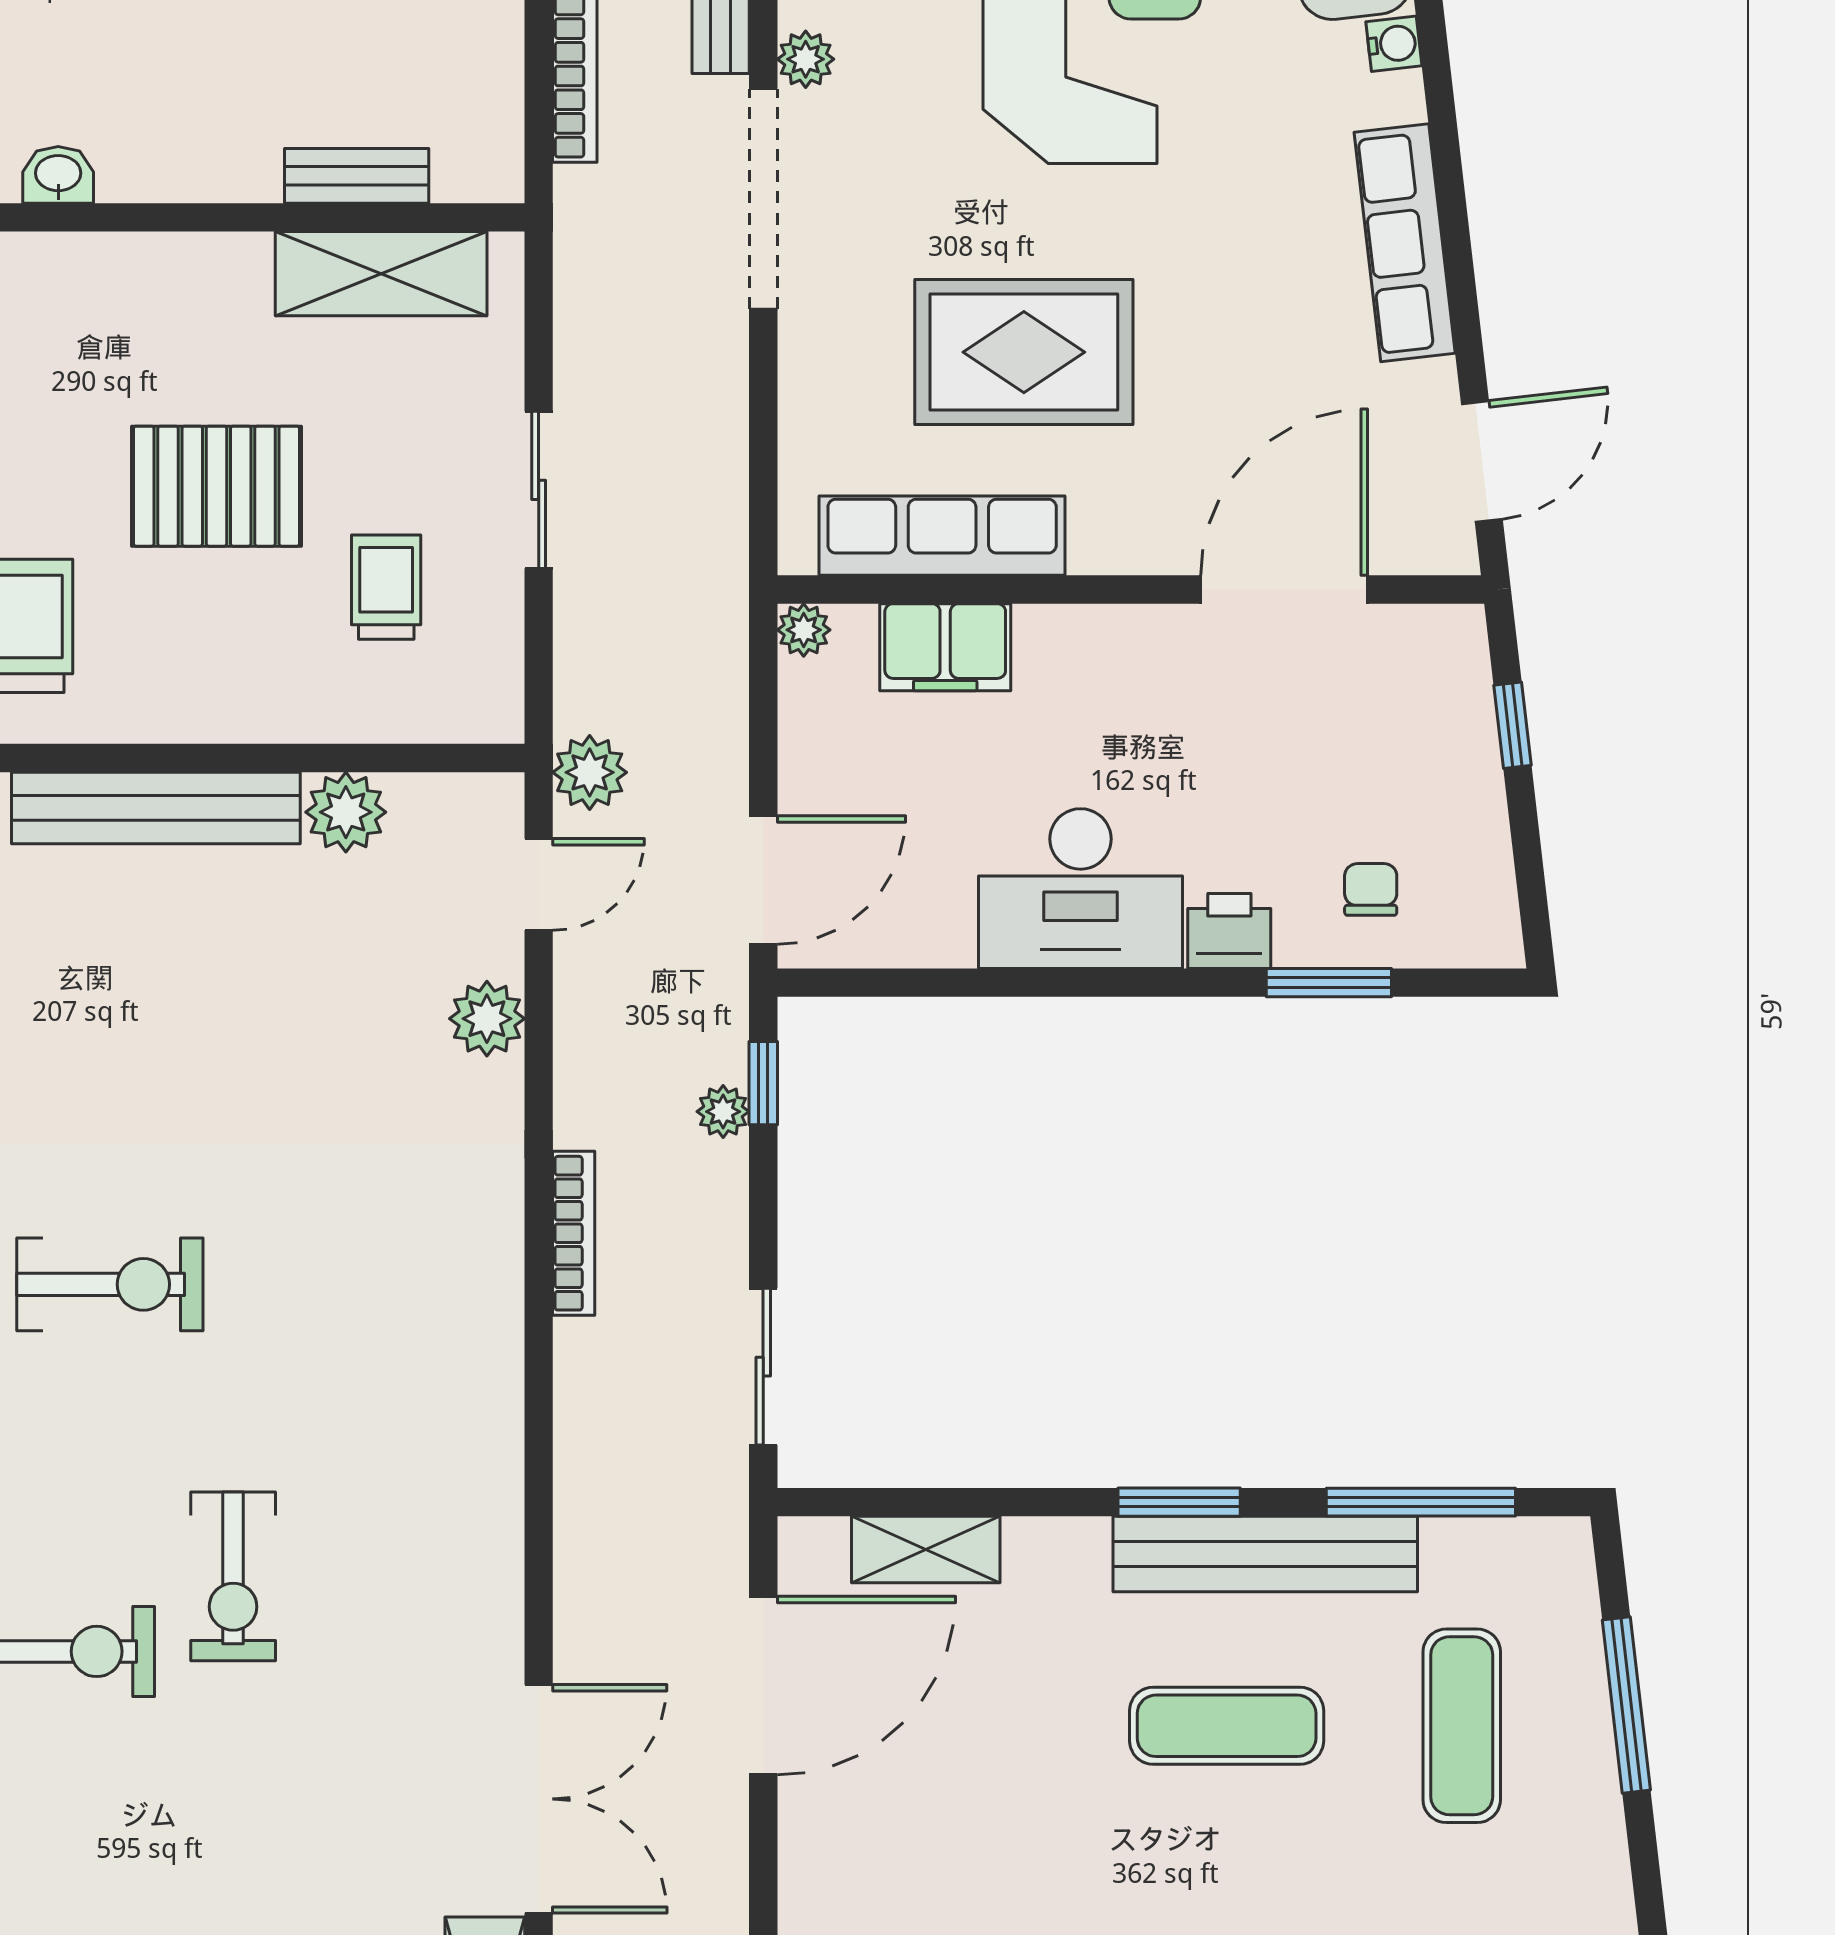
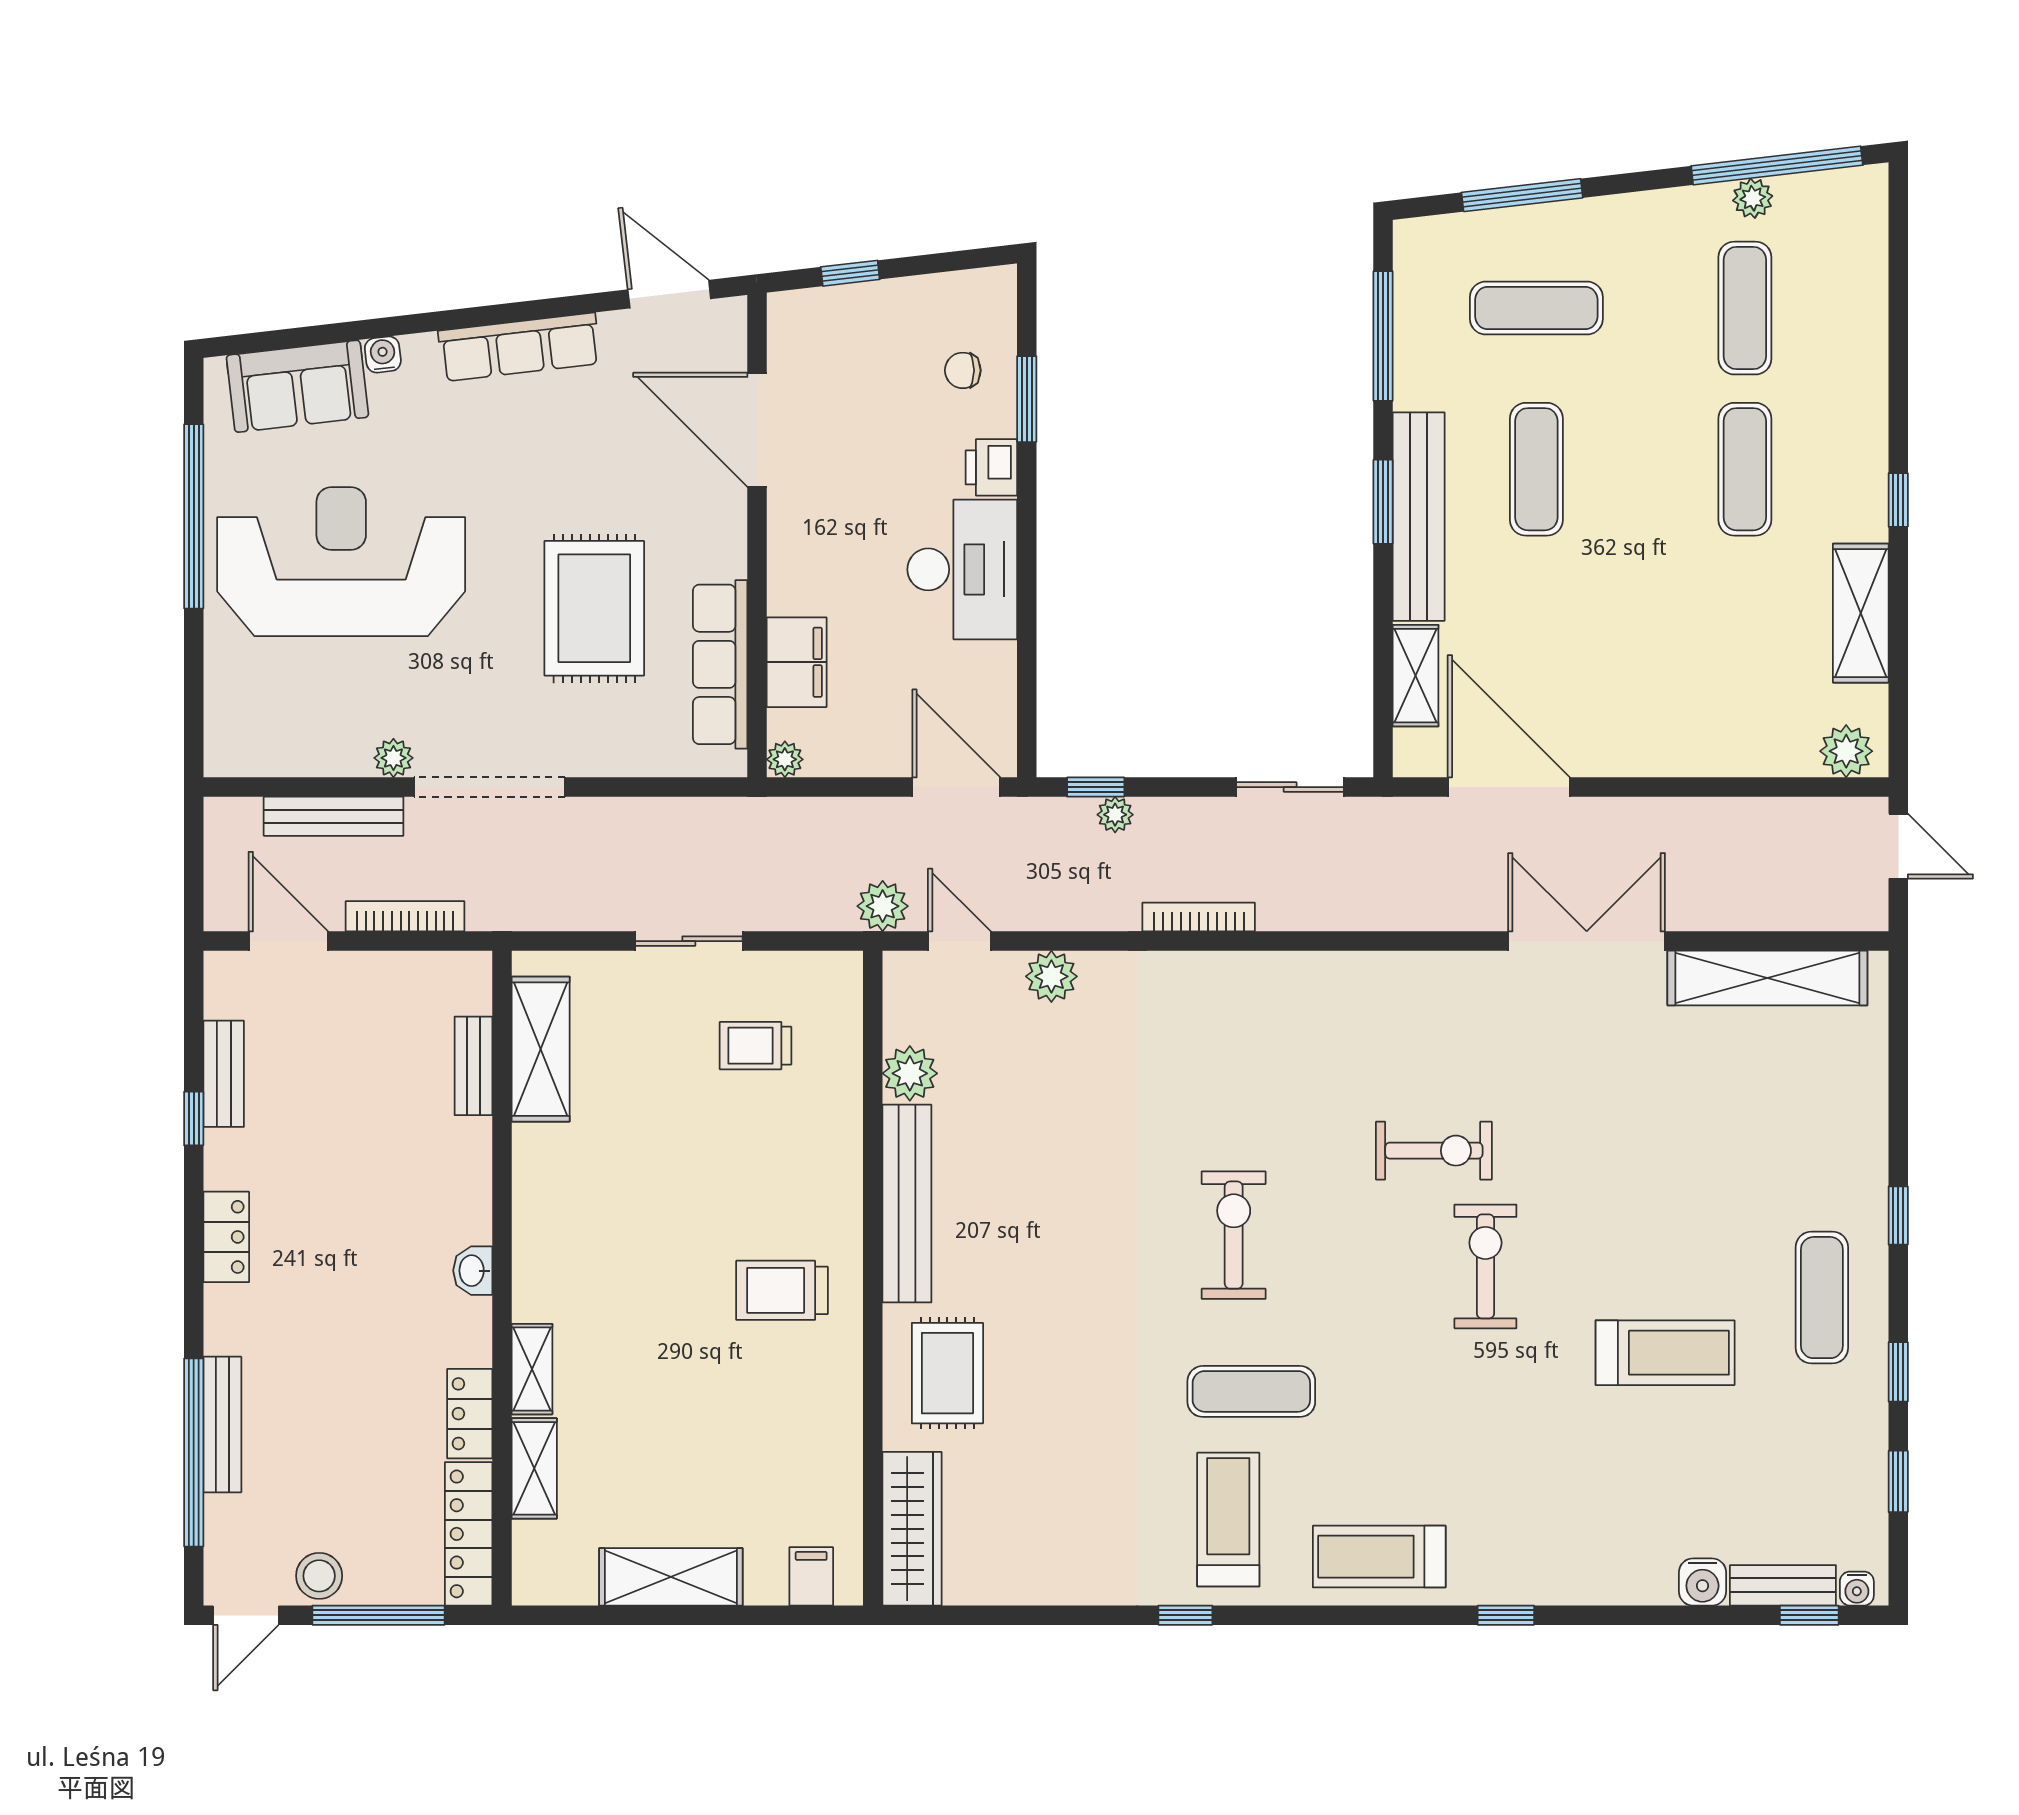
pallet: (217, 486) -> (686, 1162), removed
bench: (1265, 1554) -> (1419, 517), moved

